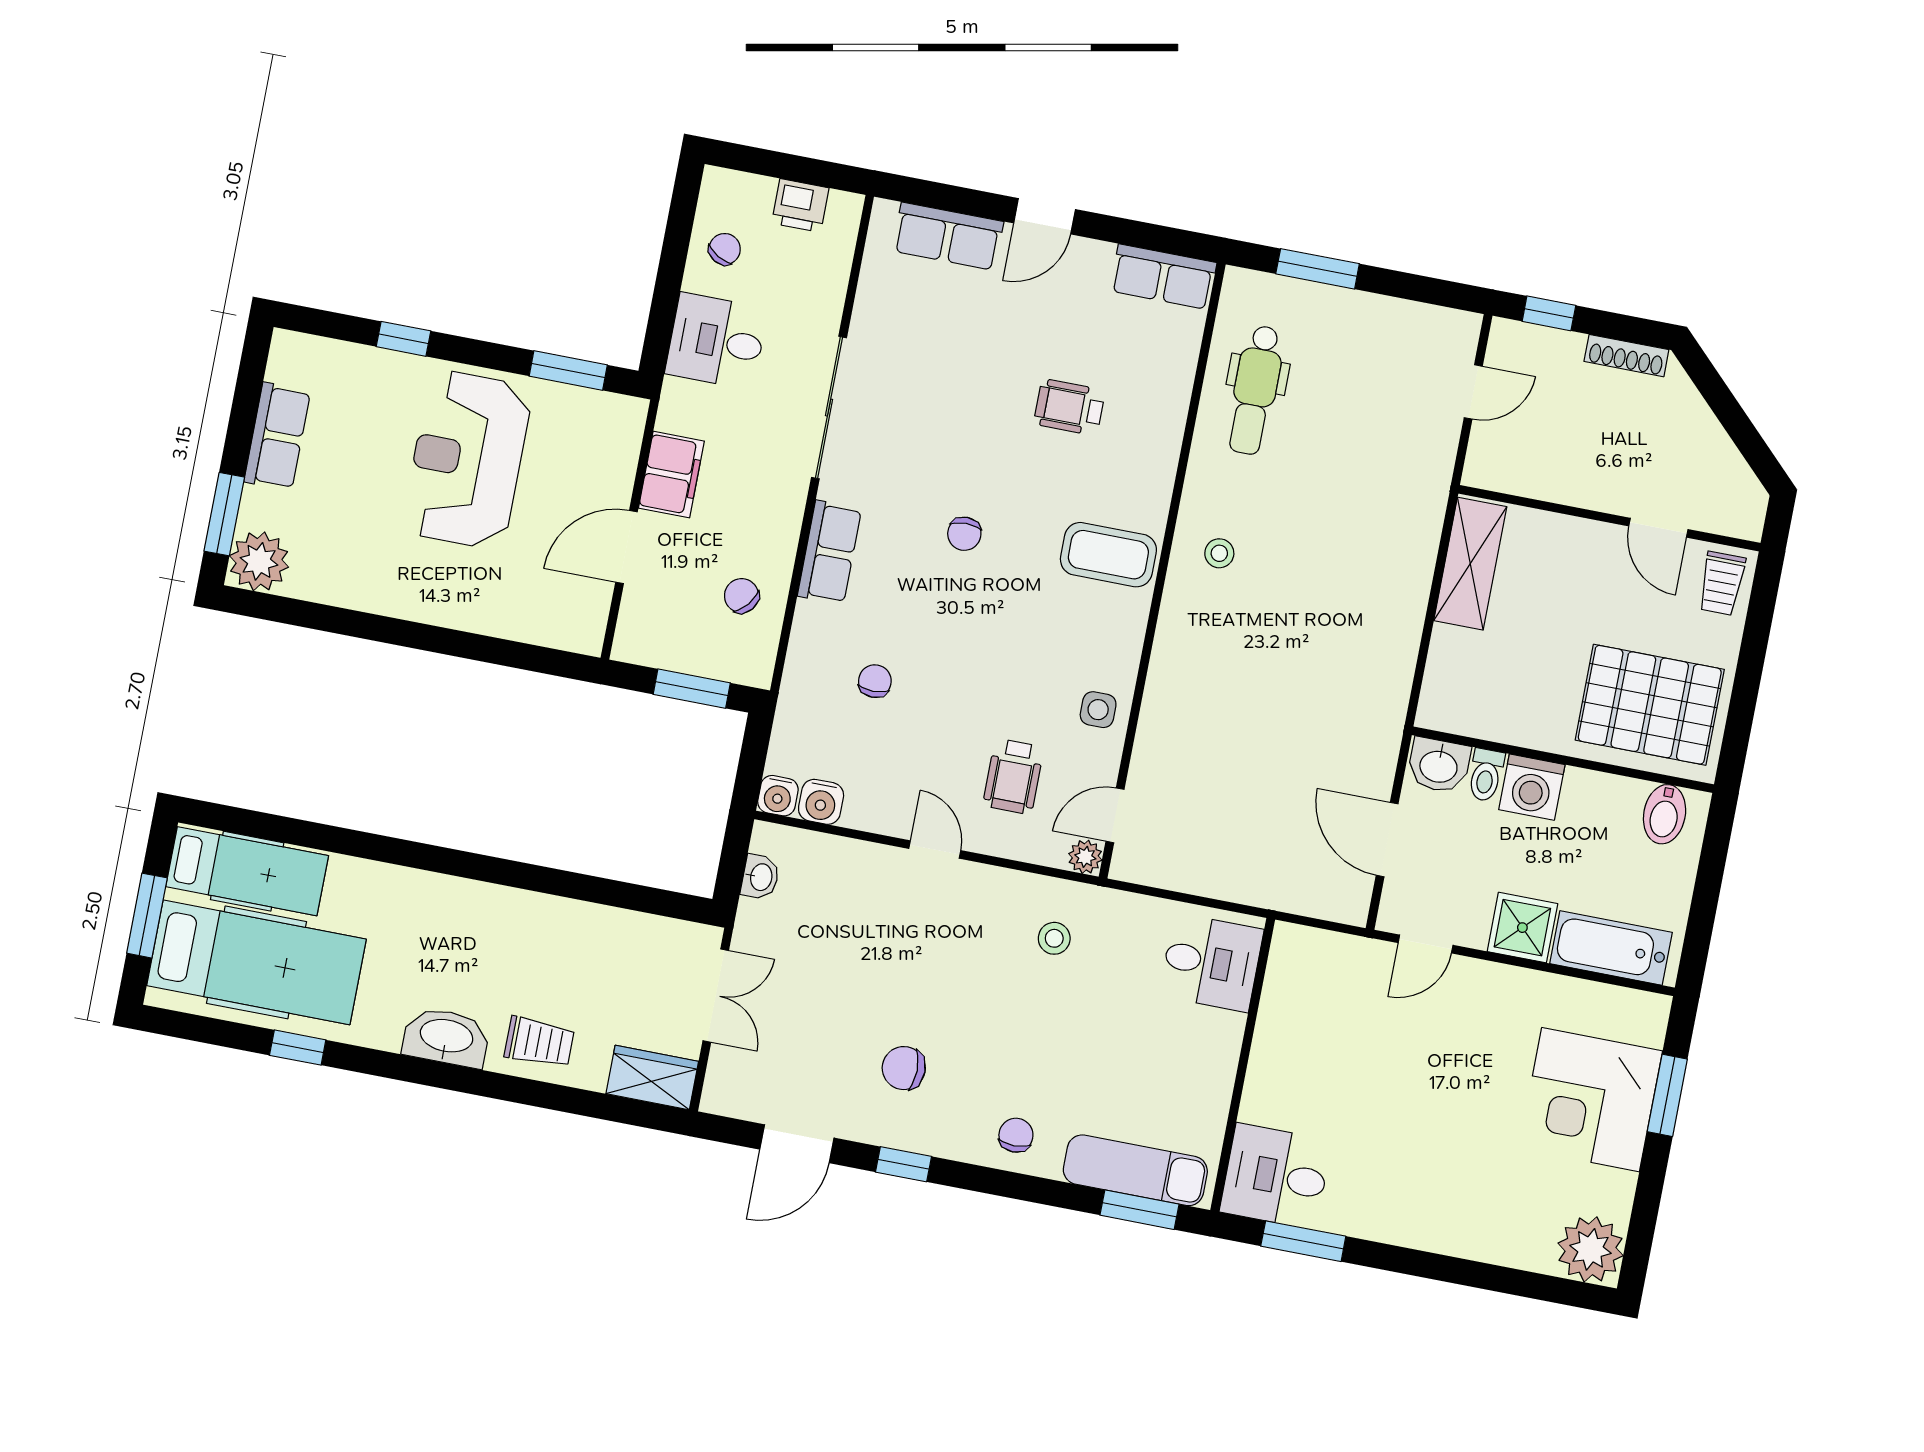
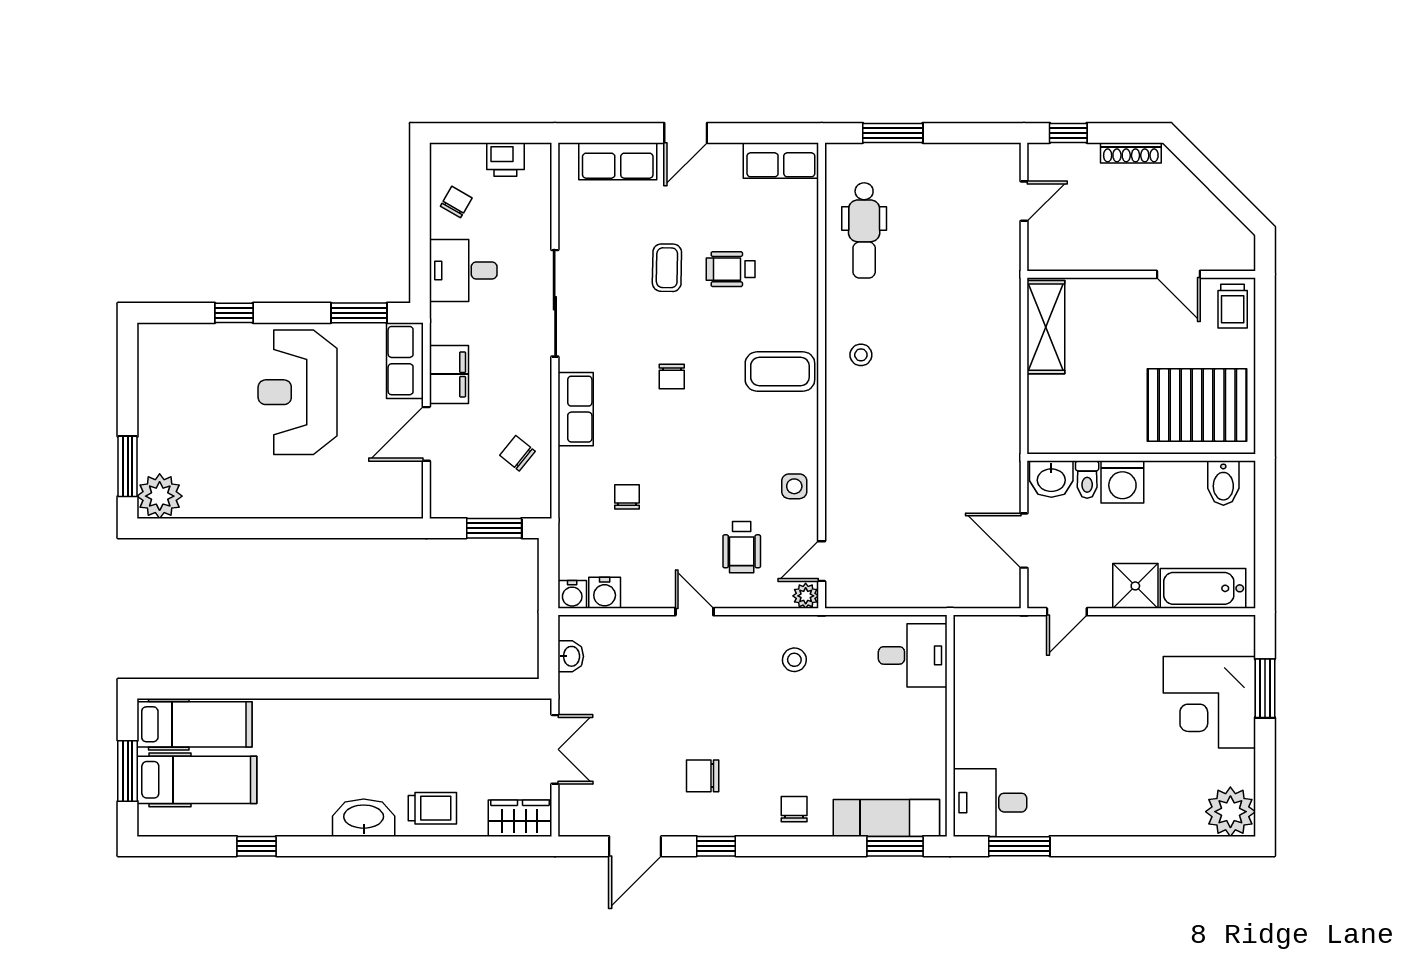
coffee table: (986, 389) -> (667, 268), added
row of seats: (277, 436) -> (405, 361), moved, turned 180
hospital bed: (256, 962) -> (197, 780), width x0.73, depth x0.78

